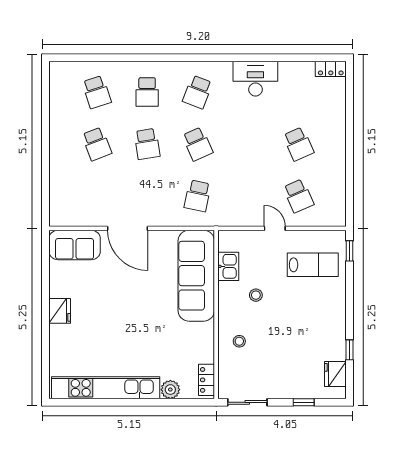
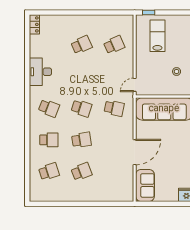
school desk: (198, 144) -> (82, 108), turned 42
door: (275, 228) -> (135, 85), moved
kitchen sink: (228, 266) -> (158, 89), removed

